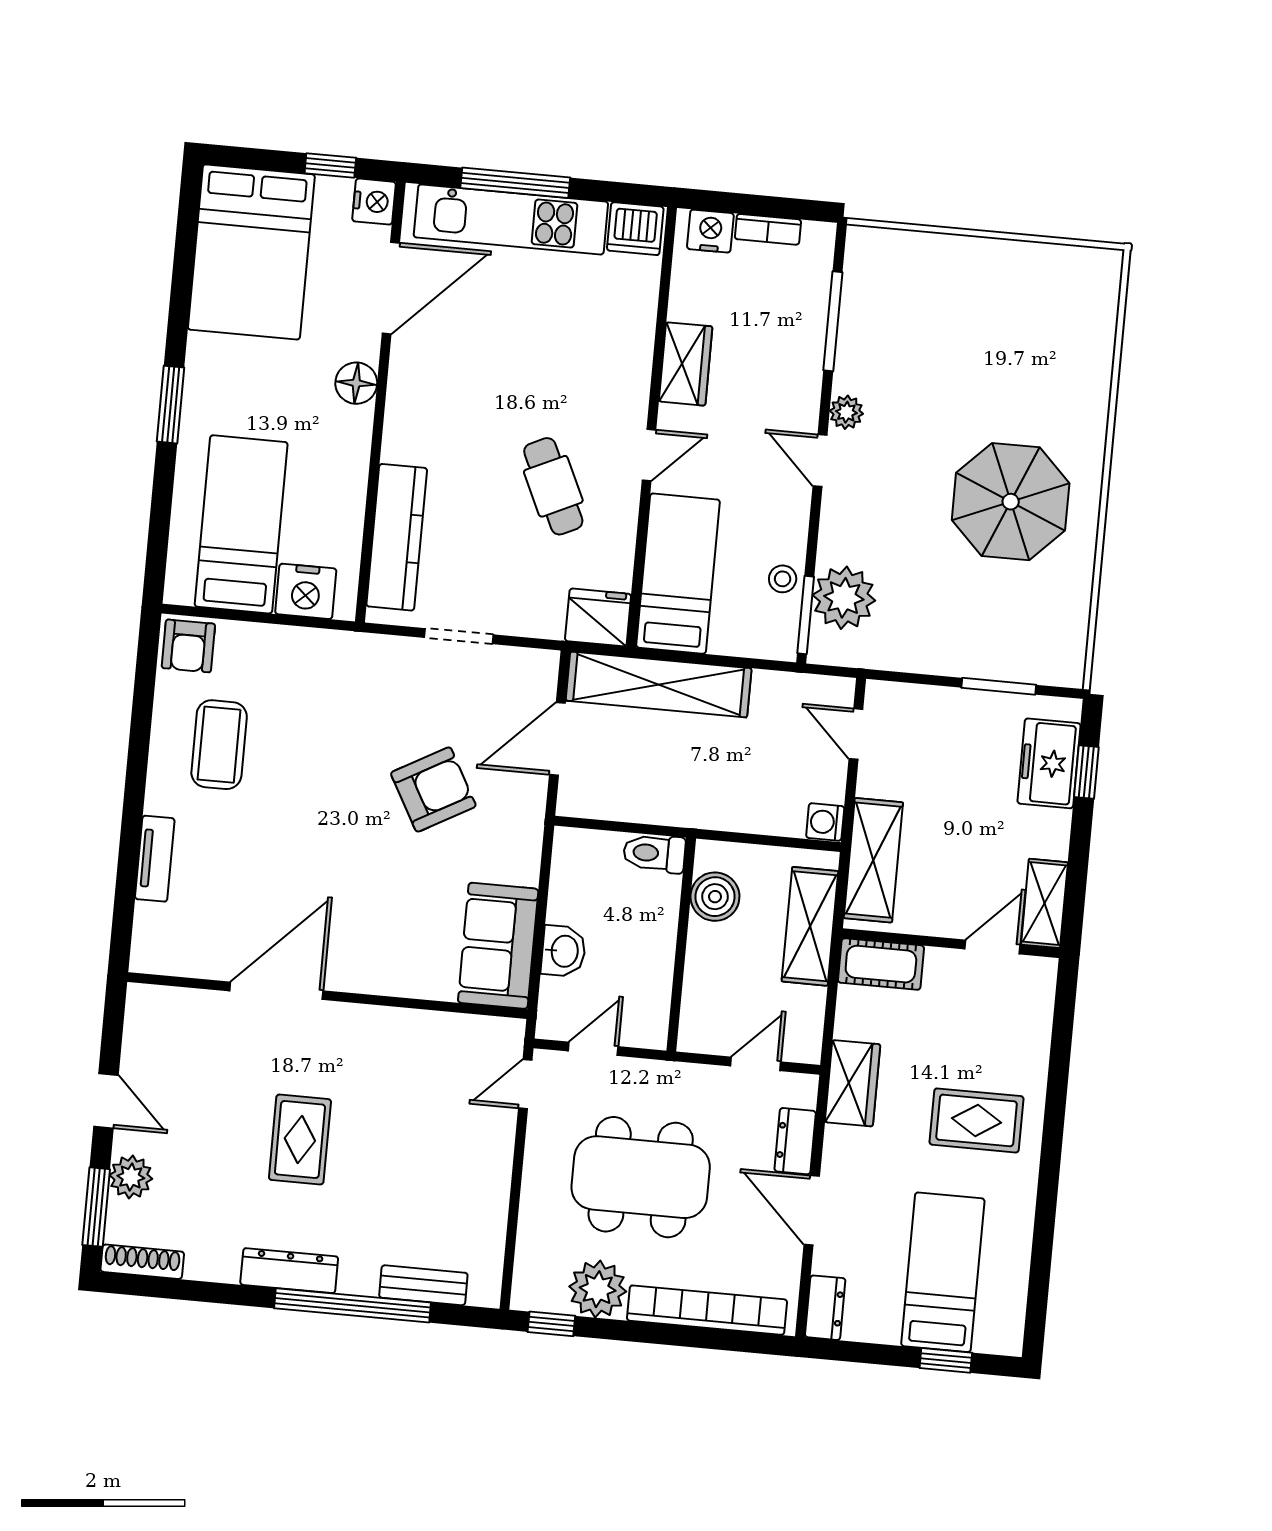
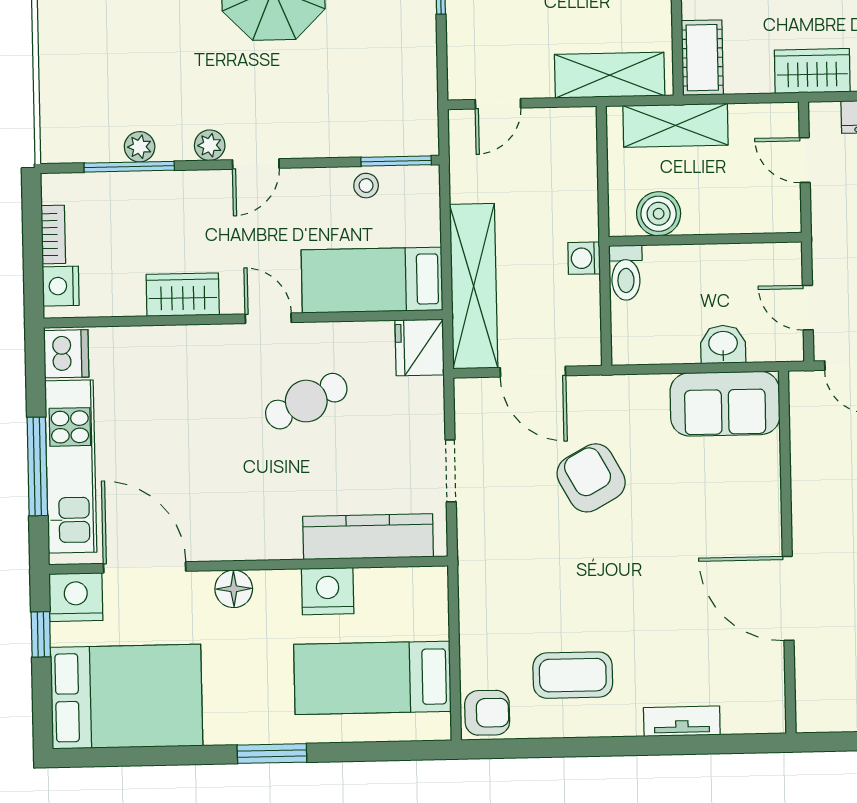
nightstand: (374, 202) -> (76, 597), width x1.36, depth x1.33
nightstand: (306, 591) -> (328, 591), moved, turned -90
plant: (844, 598) -> (140, 147), moved, width x0.53, depth x0.53
washing machine: (825, 822) -> (584, 258), moved, turned 90

